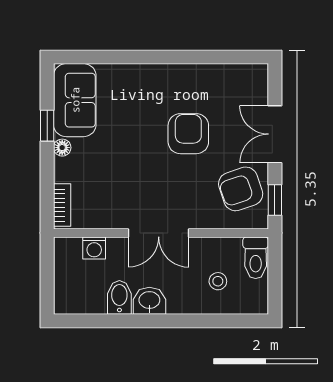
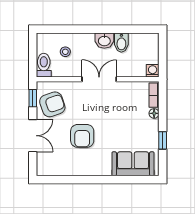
sofa: (75, 100) -> (133, 164), moved, turned 90
floor lamp: (62, 148) -> (154, 113), moved
washing machine: (94, 248) -> (153, 71), moved

